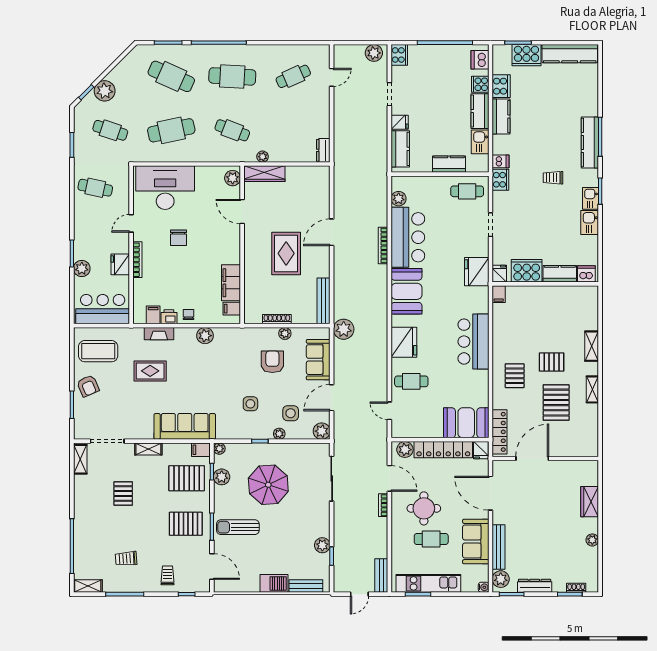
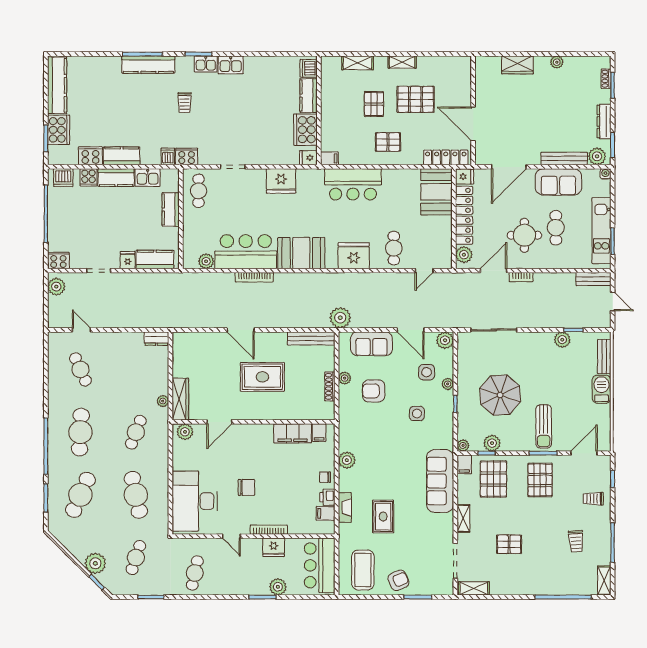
cooker: (527, 271) -> (305, 130), moved
fridge: (499, 274) -> (308, 158), moved
kitchen counter: (560, 274) -> (308, 96), moved
dishwasher: (586, 274) -> (309, 68), moved
wall: (545, 284) -> (319, 110), moved
filing cabinet: (499, 294) -> (329, 158), moved

